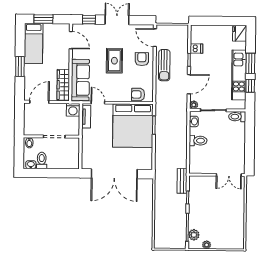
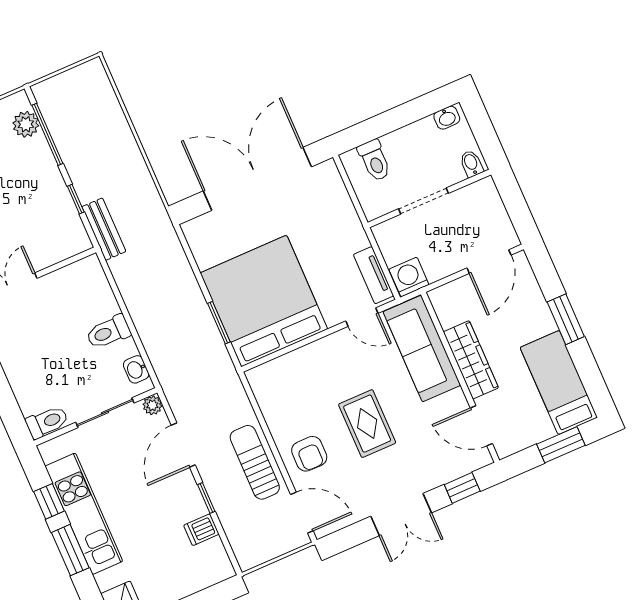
wardrobe: (63, 85) -> (471, 360), moved
armchair: (138, 94) -> (283, 374), removed
toilet: (42, 160) -> (374, 160), moved

